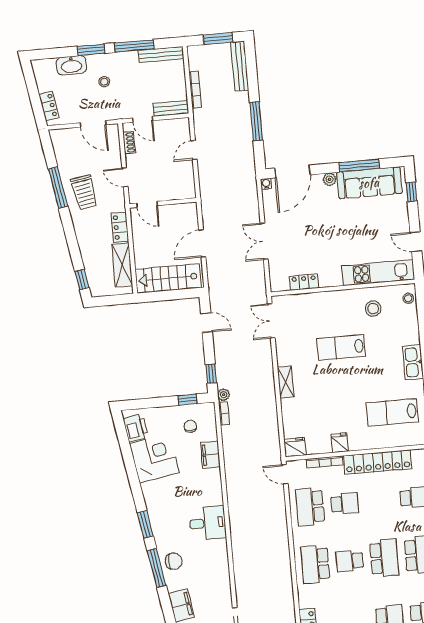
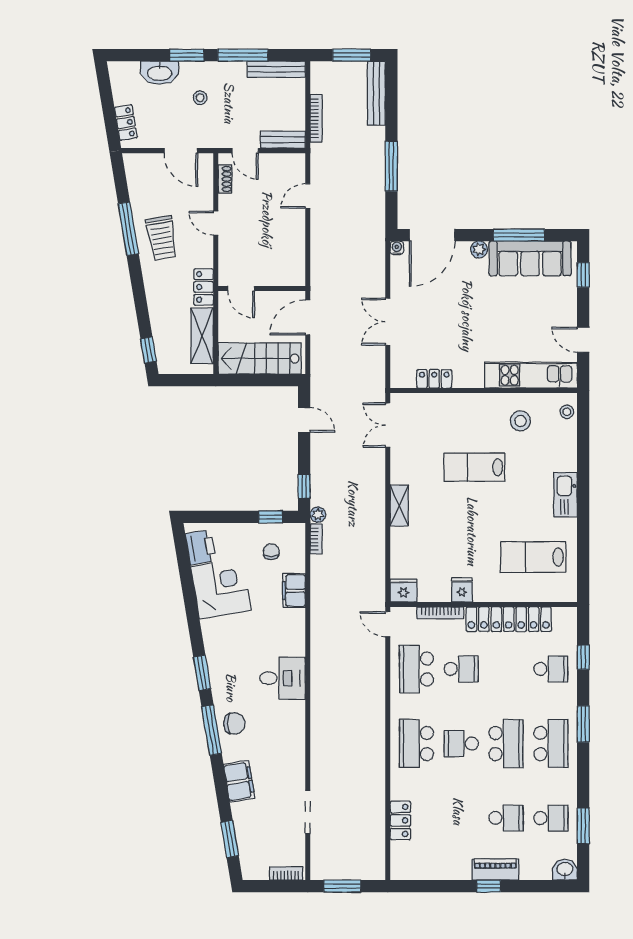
wall: (163, 203) -> (262, 289), moved
door: (147, 204) -> (241, 289), moved

